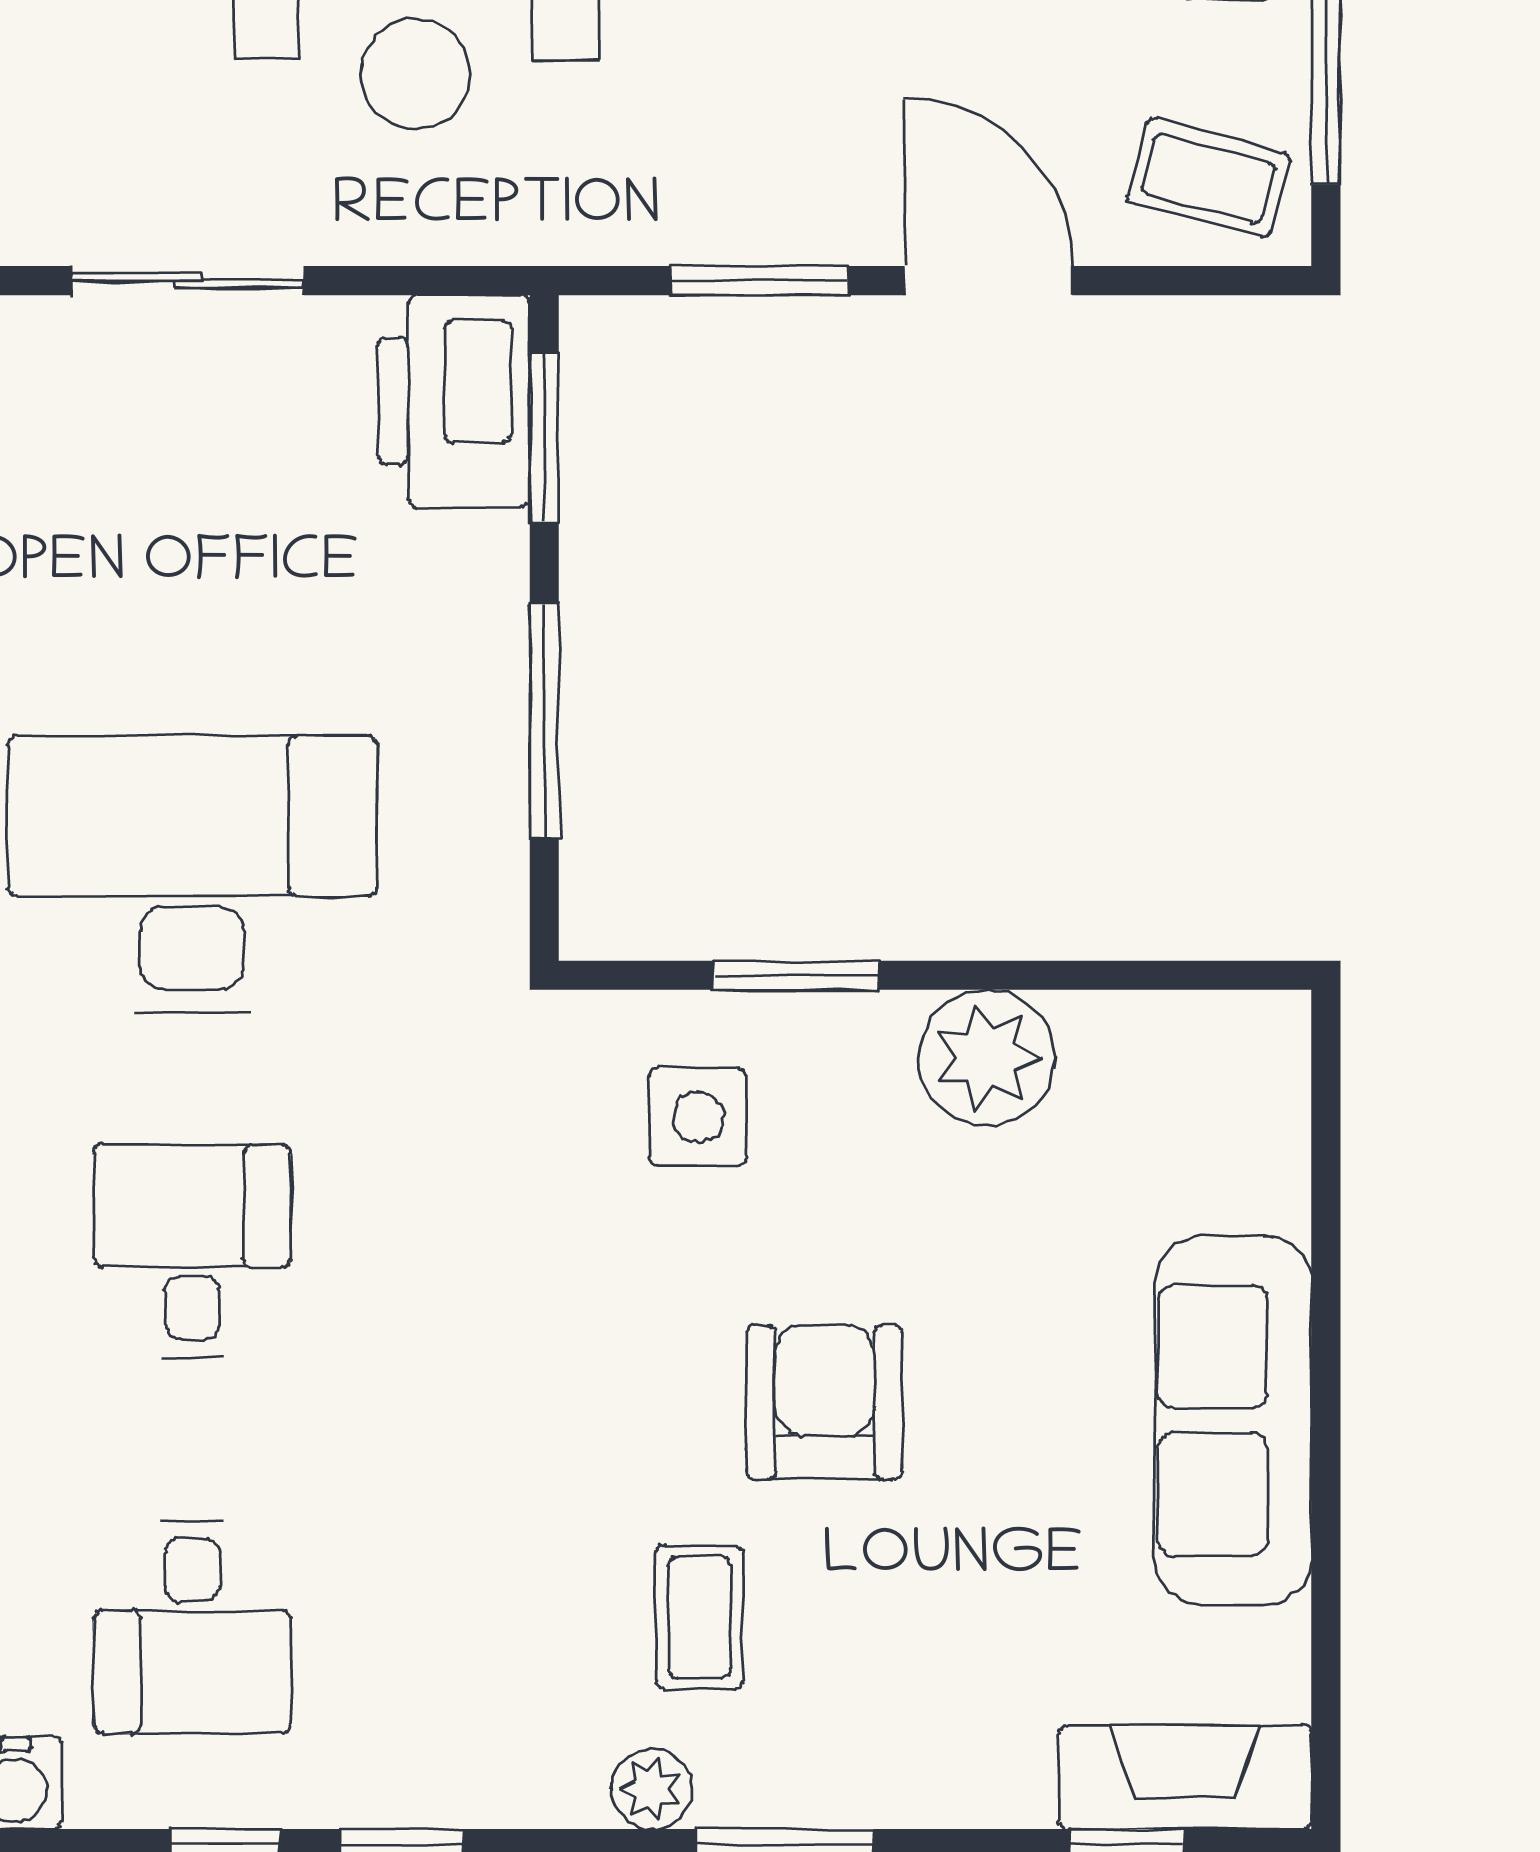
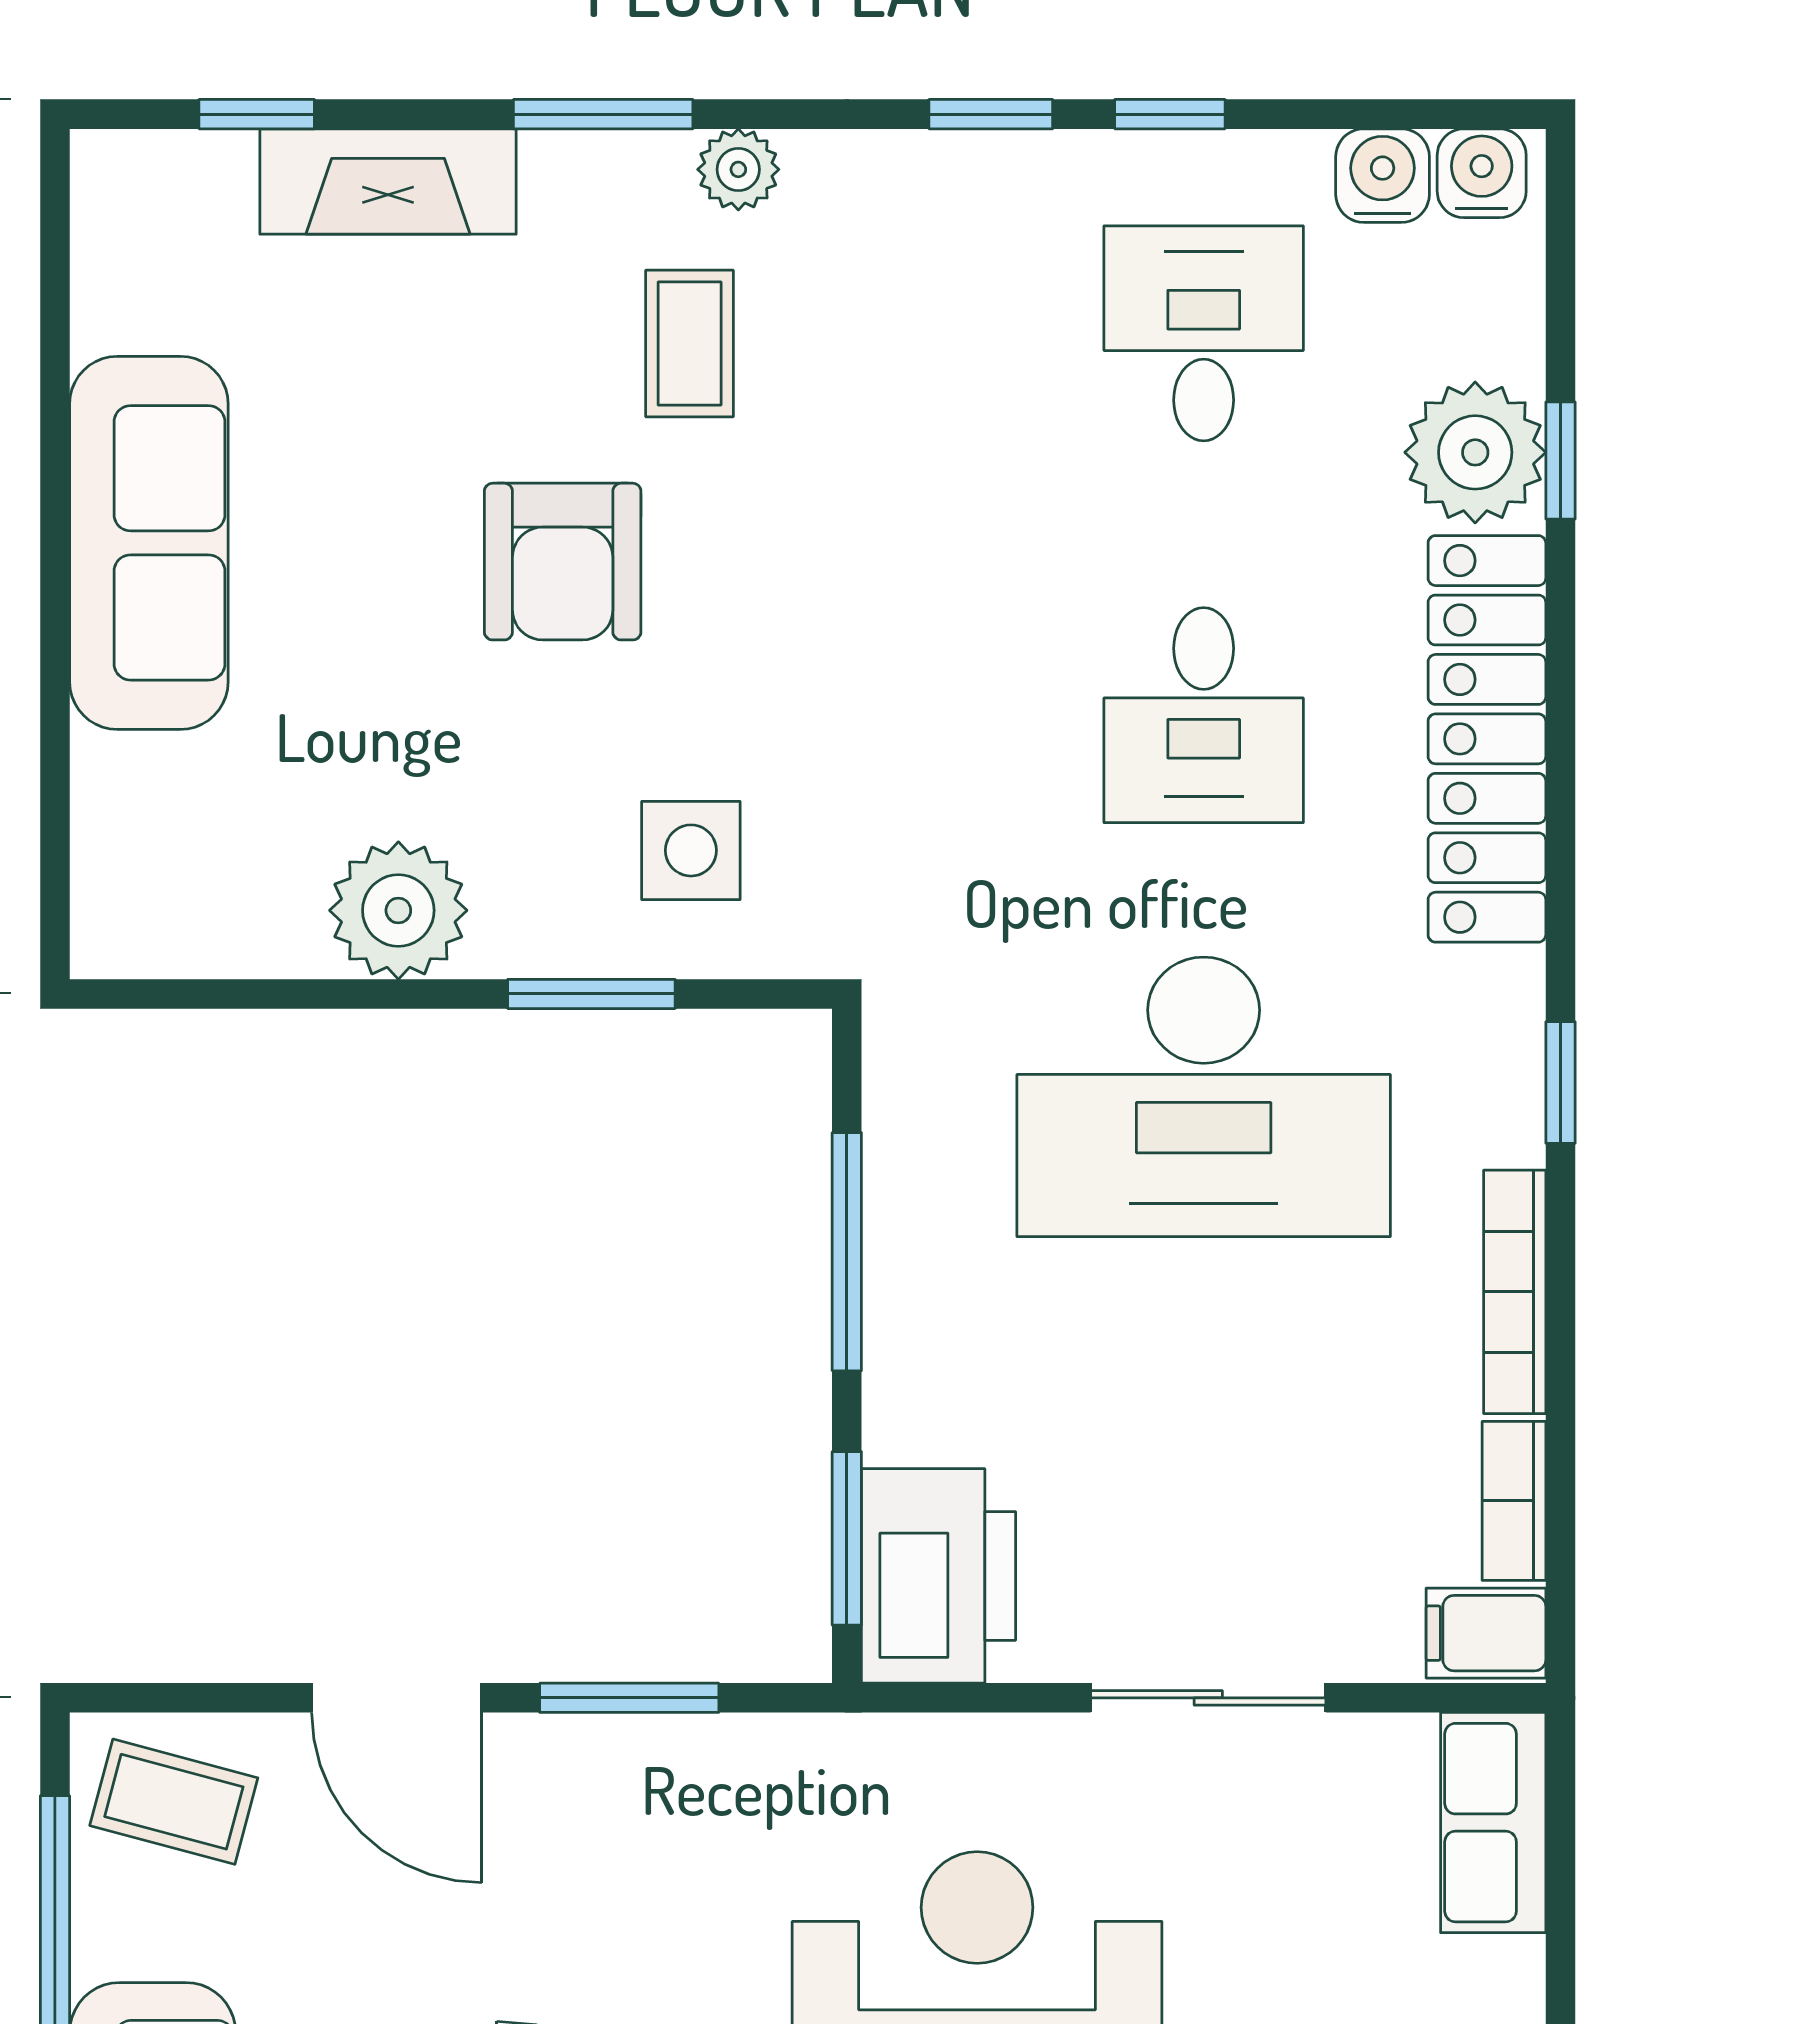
fireplace: (1185, 1777) -> (388, 182), moved

